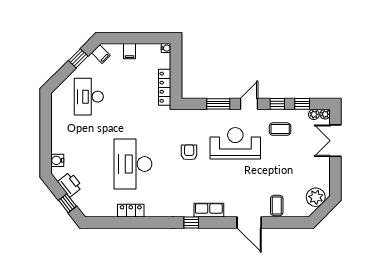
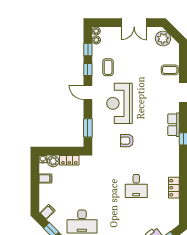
filing cabinet: (130, 51) -> (45, 179), moved
plant: (164, 61) -> (53, 161), added
locker: (165, 87) -> (69, 160), width x0.66
window: (218, 104) -> (88, 128), moved
double door: (335, 141) -> (134, 23), moved
desk: (133, 164) -> (136, 186), width x0.53, depth x0.77

